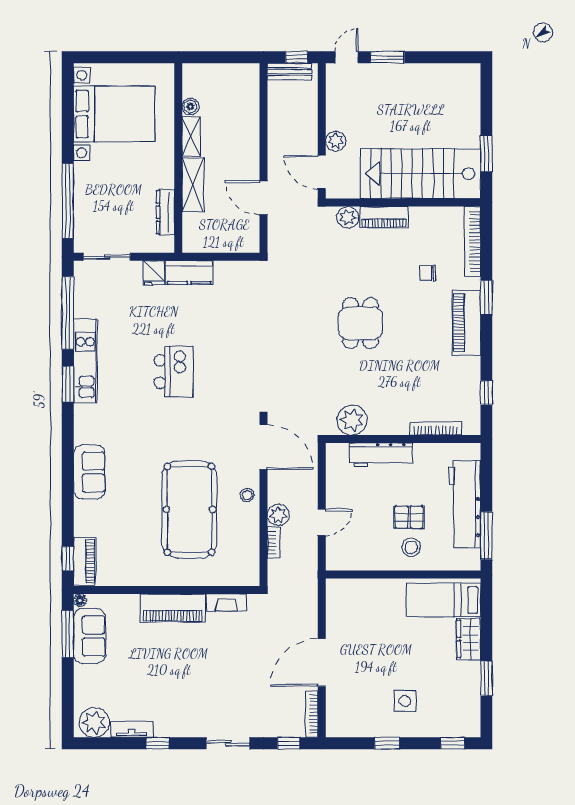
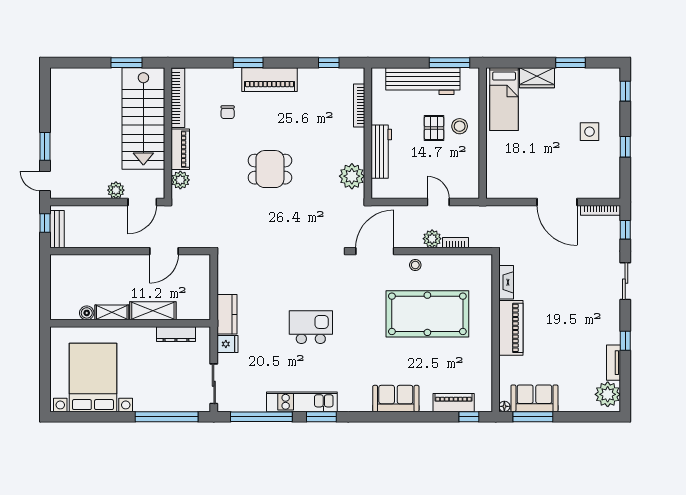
bookcase: (473, 242) -> (178, 98), moved, turned -90
piano: (84, 561) -> (454, 403), moved

